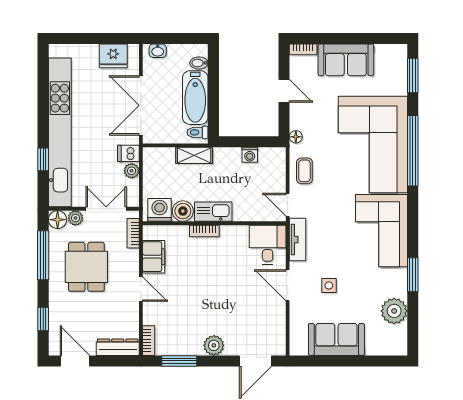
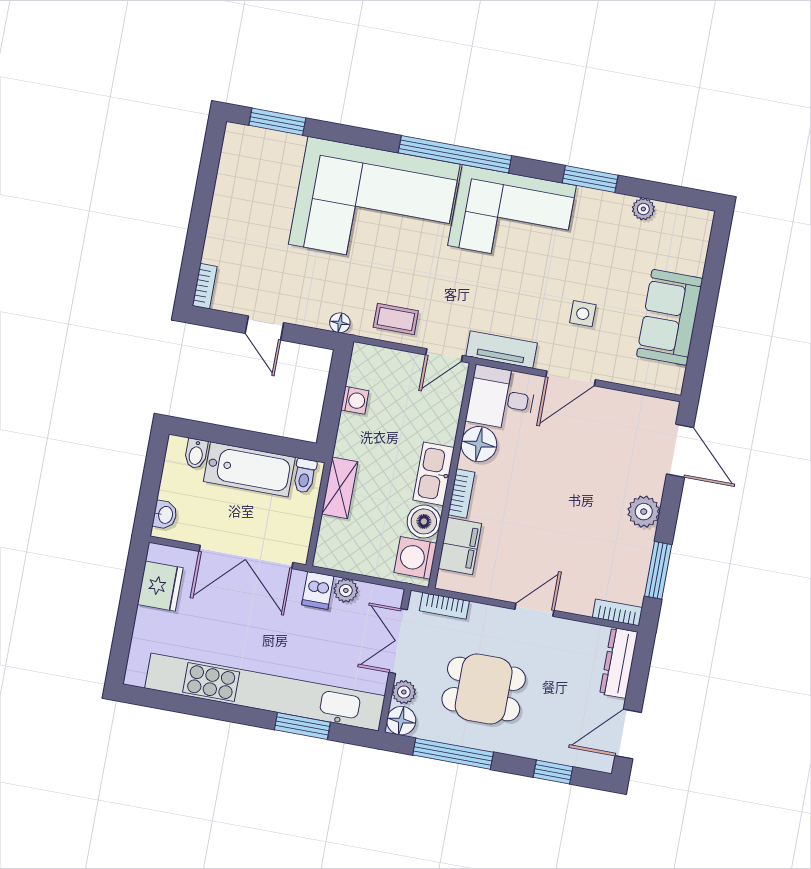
sofa: (346, 60) -> (234, 222), removed
door: (284, 91) -> (264, 328), swing flipped
window: (413, 151) -> (455, 154), moved
window: (43, 159) -> (302, 726), width x1.50
floor lamp: (237, 236) -> (479, 444), added
filing cabinet: (154, 257) -> (460, 546), moved, turned 90
plant: (394, 311) -> (643, 209), width x0.53, depth x0.53

